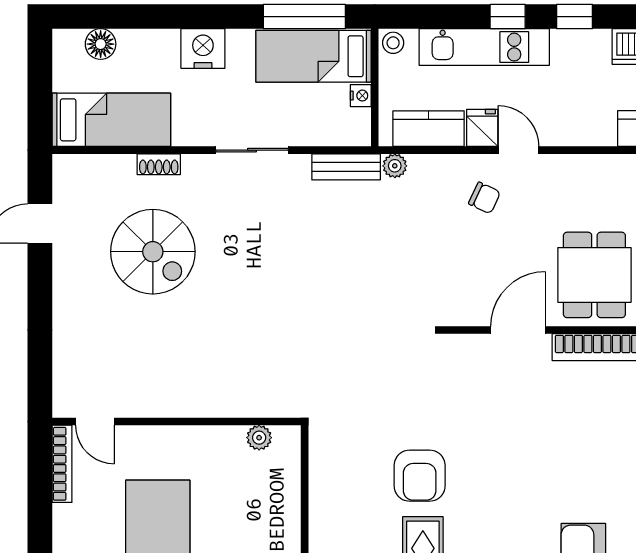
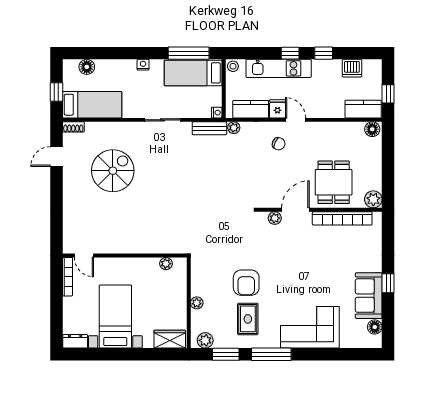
nightstand: (203, 48) -> (143, 65), width x0.53, depth x0.56
window: (40, 94) -> (56, 92), added
nightstand: (361, 96) -> (217, 113), moved
shoe rack: (159, 164) -> (73, 127), moved
spiral stairs: (153, 252) -> (113, 171), turned -90
plant: (477, 347) -> (275, 218), added
plant: (321, 516) -> (197, 303), added

